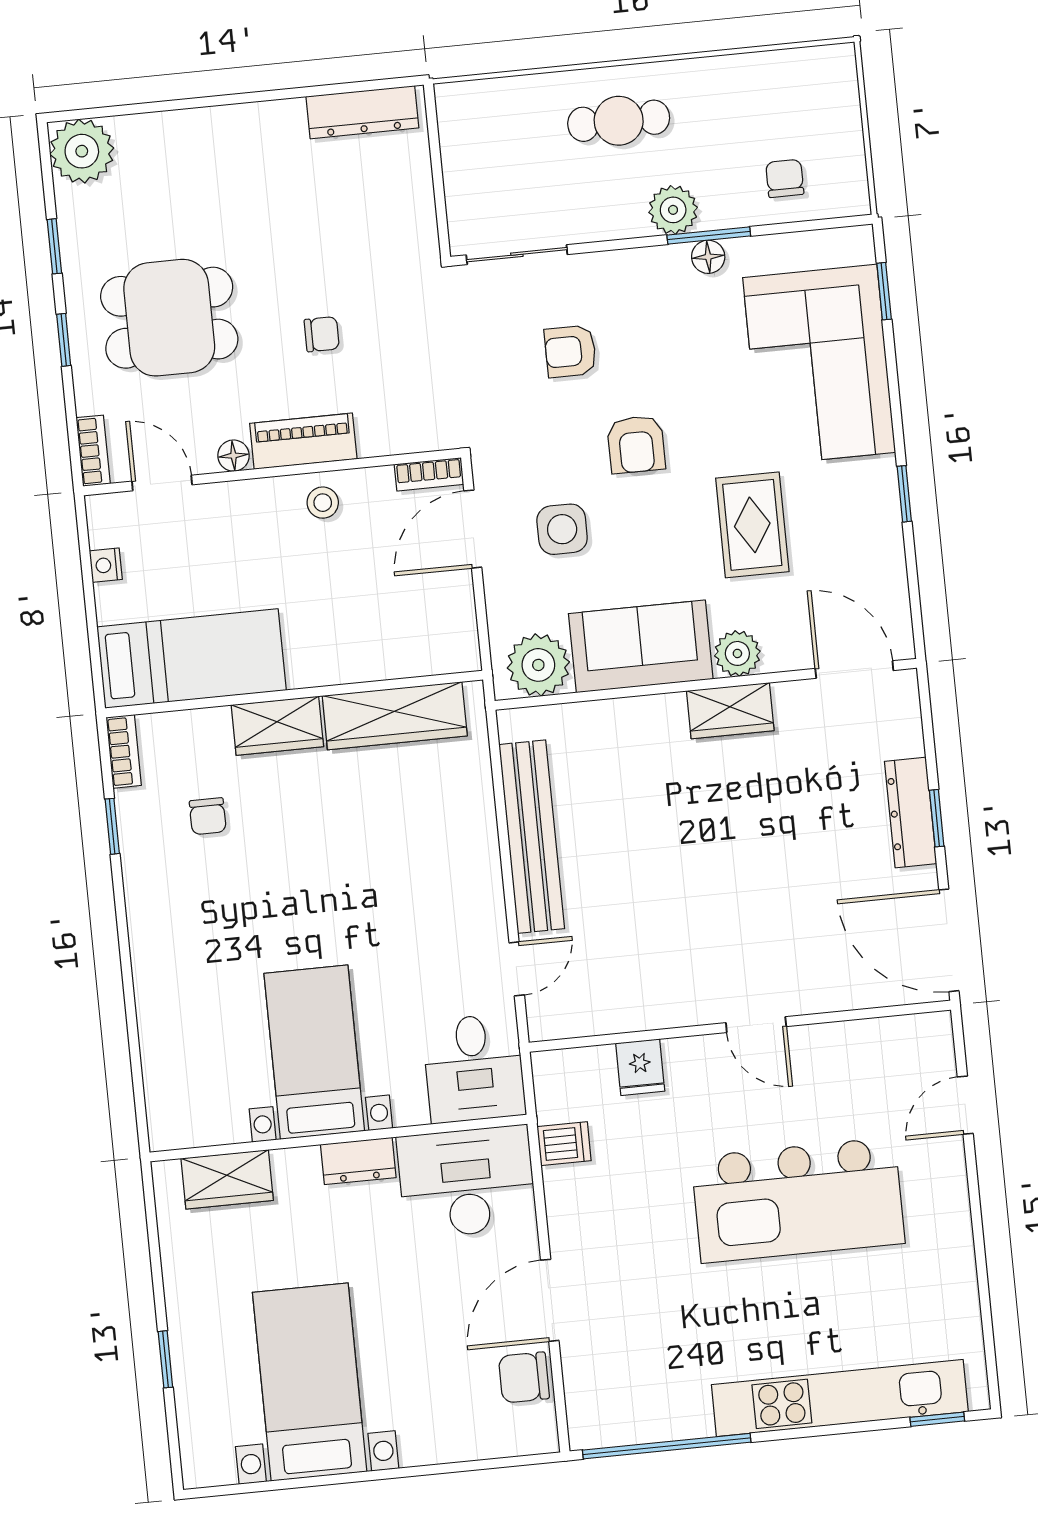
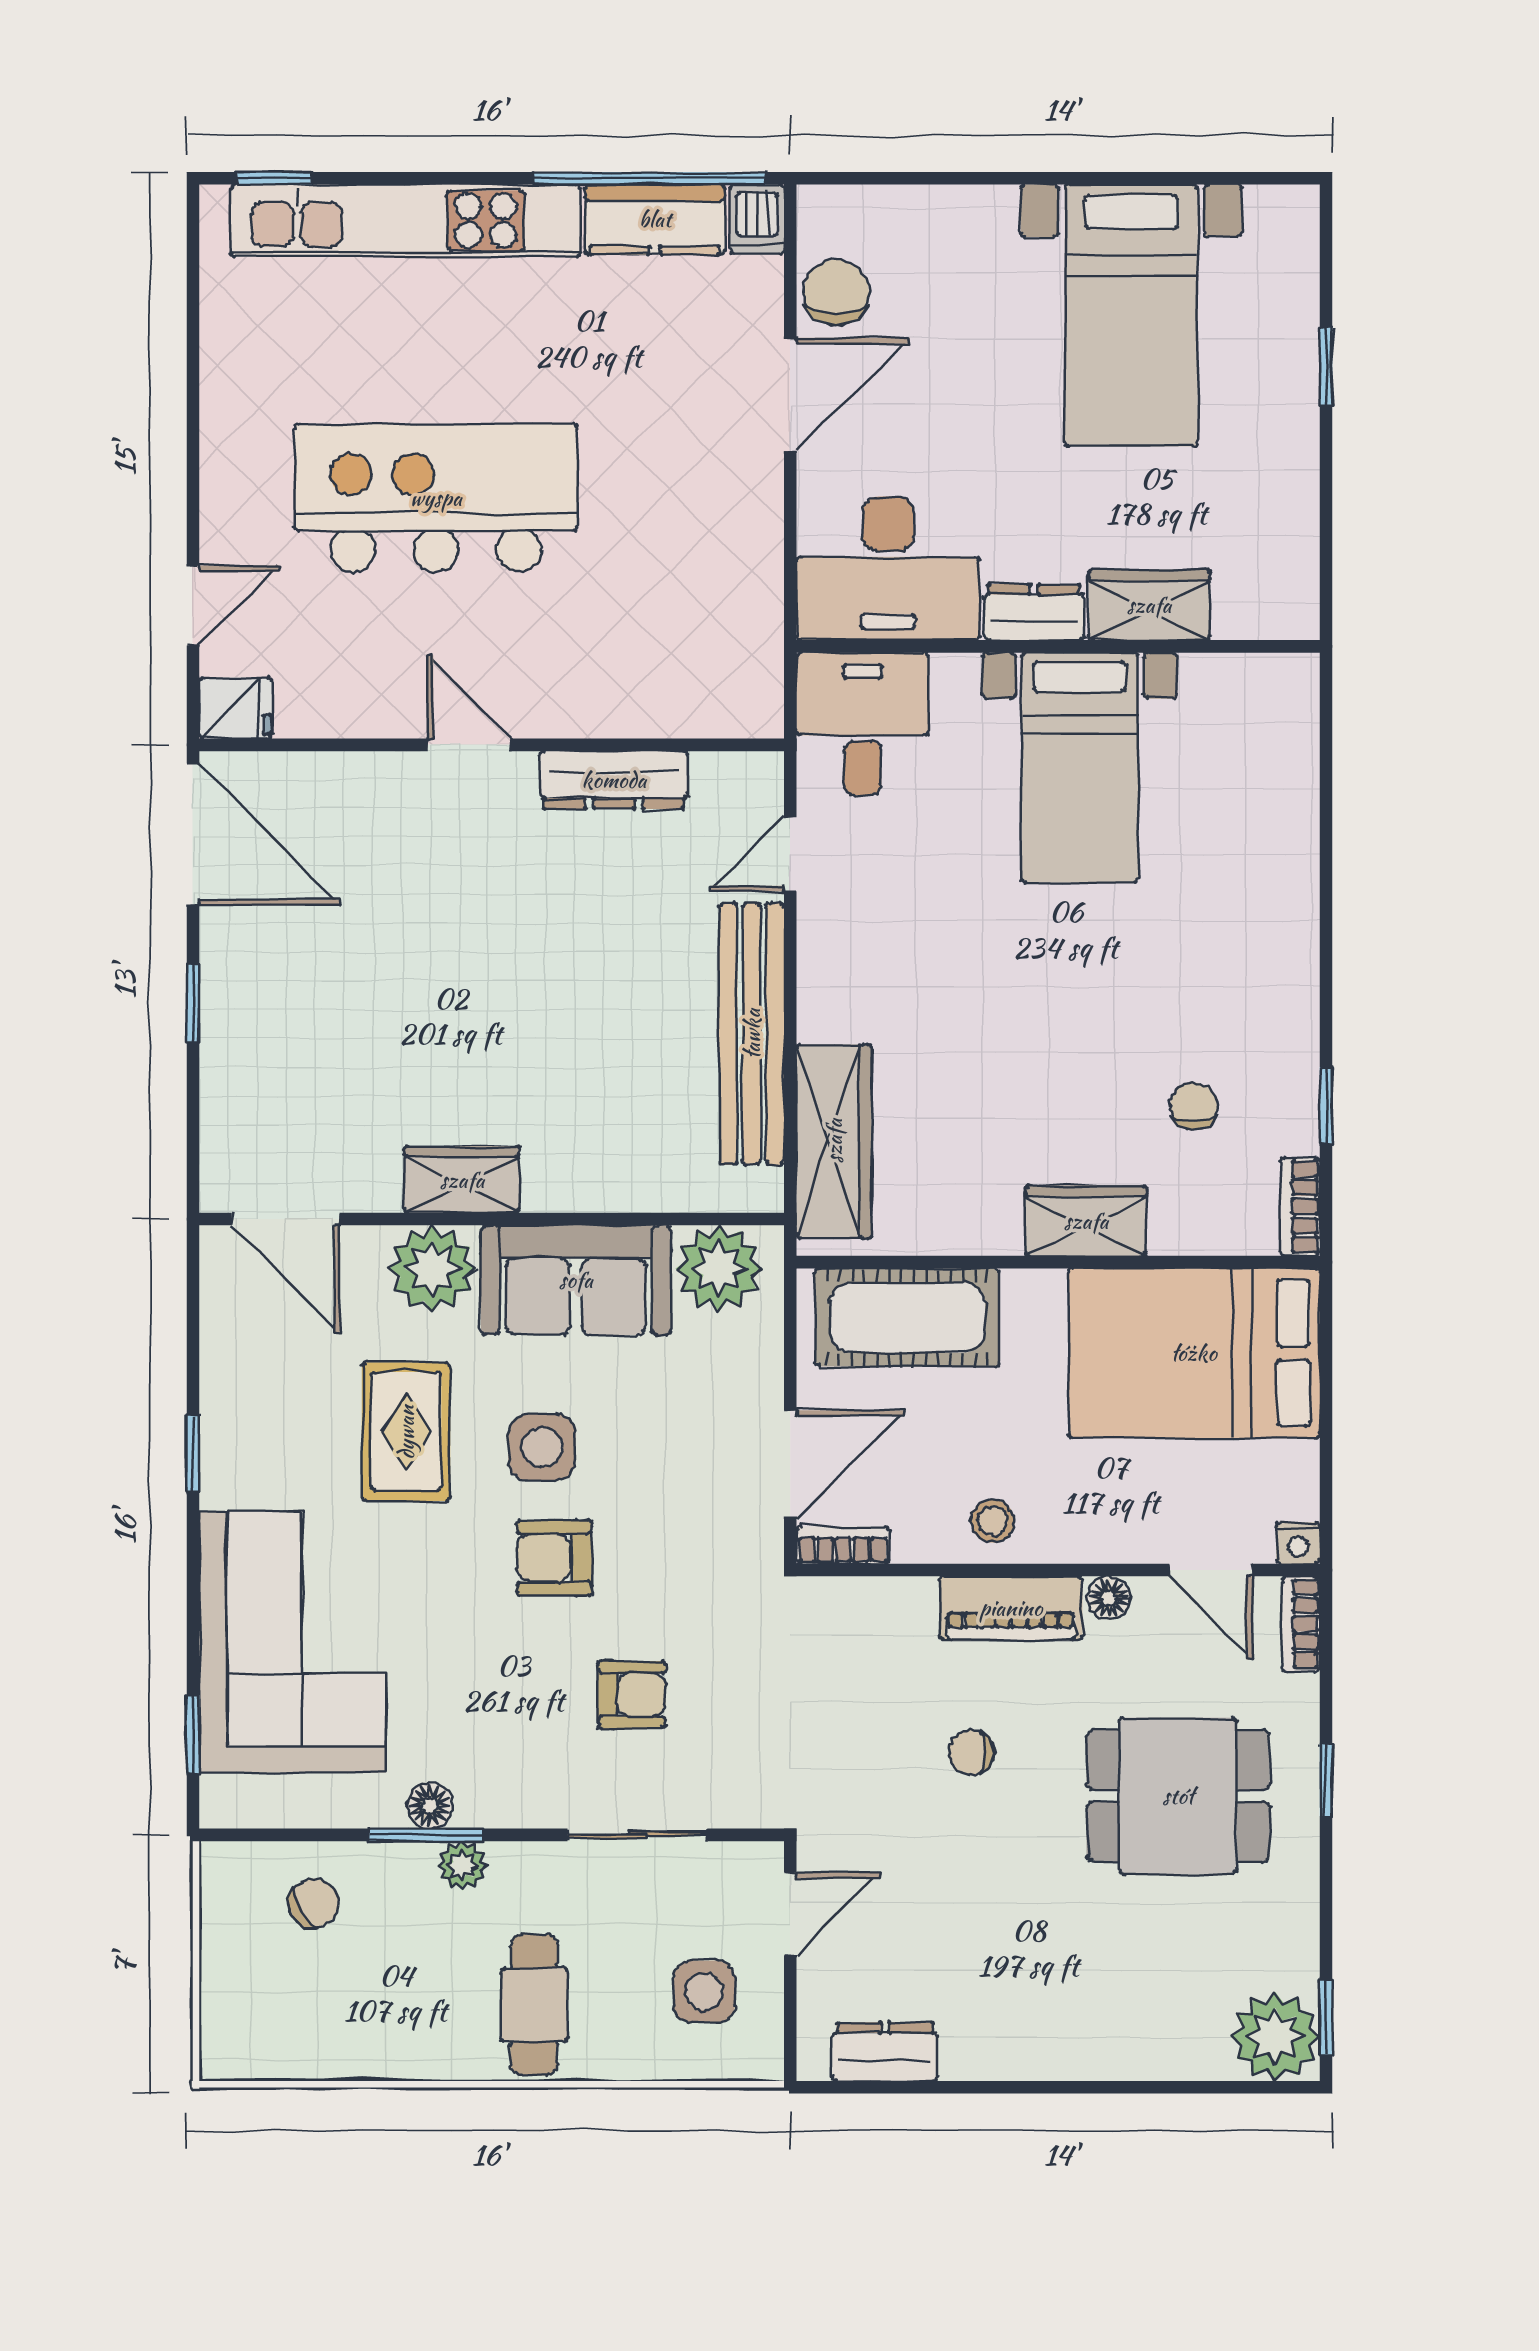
dresser: (362, 112) -> (885, 2052), width x0.70
cafe table: (619, 121) -> (534, 2005), turned 90
side table: (497, 143) -> (704, 1992), added
chair: (785, 178) -> (314, 1903), turned -120
door: (440, 205) -> (790, 1914), added
plant: (673, 210) -> (462, 1866), width x0.73, depth x0.73
window: (54, 246) -> (1326, 2017), moved
sliding door: (517, 255) -> (637, 1835), moved
armchair: (636, 444) -> (554, 1558), turned -90
side table: (562, 529) -> (542, 1447), moved
nightstand: (106, 565) -> (1298, 1543), moved, turned 90
cot: (399, 643) -> (907, 1317), added
plant: (737, 653) -> (432, 1269), width x1.36, depth x1.36
bed: (192, 659) -> (1194, 1353), width x1.50
wardrobe: (395, 716) -> (834, 1141), moved, turned 90
dresser: (911, 813) -> (614, 780), moved, turned 90
fridge: (640, 1067) -> (236, 708), moved, turned 90
dishwasher: (564, 1144) -> (757, 219), moved, turned -90
wardrobe: (227, 1179) -> (1149, 605), moved
chair: (524, 1377) -> (836, 292), turned -90
kitchen counter: (660, 1417) -> (655, 219), added

